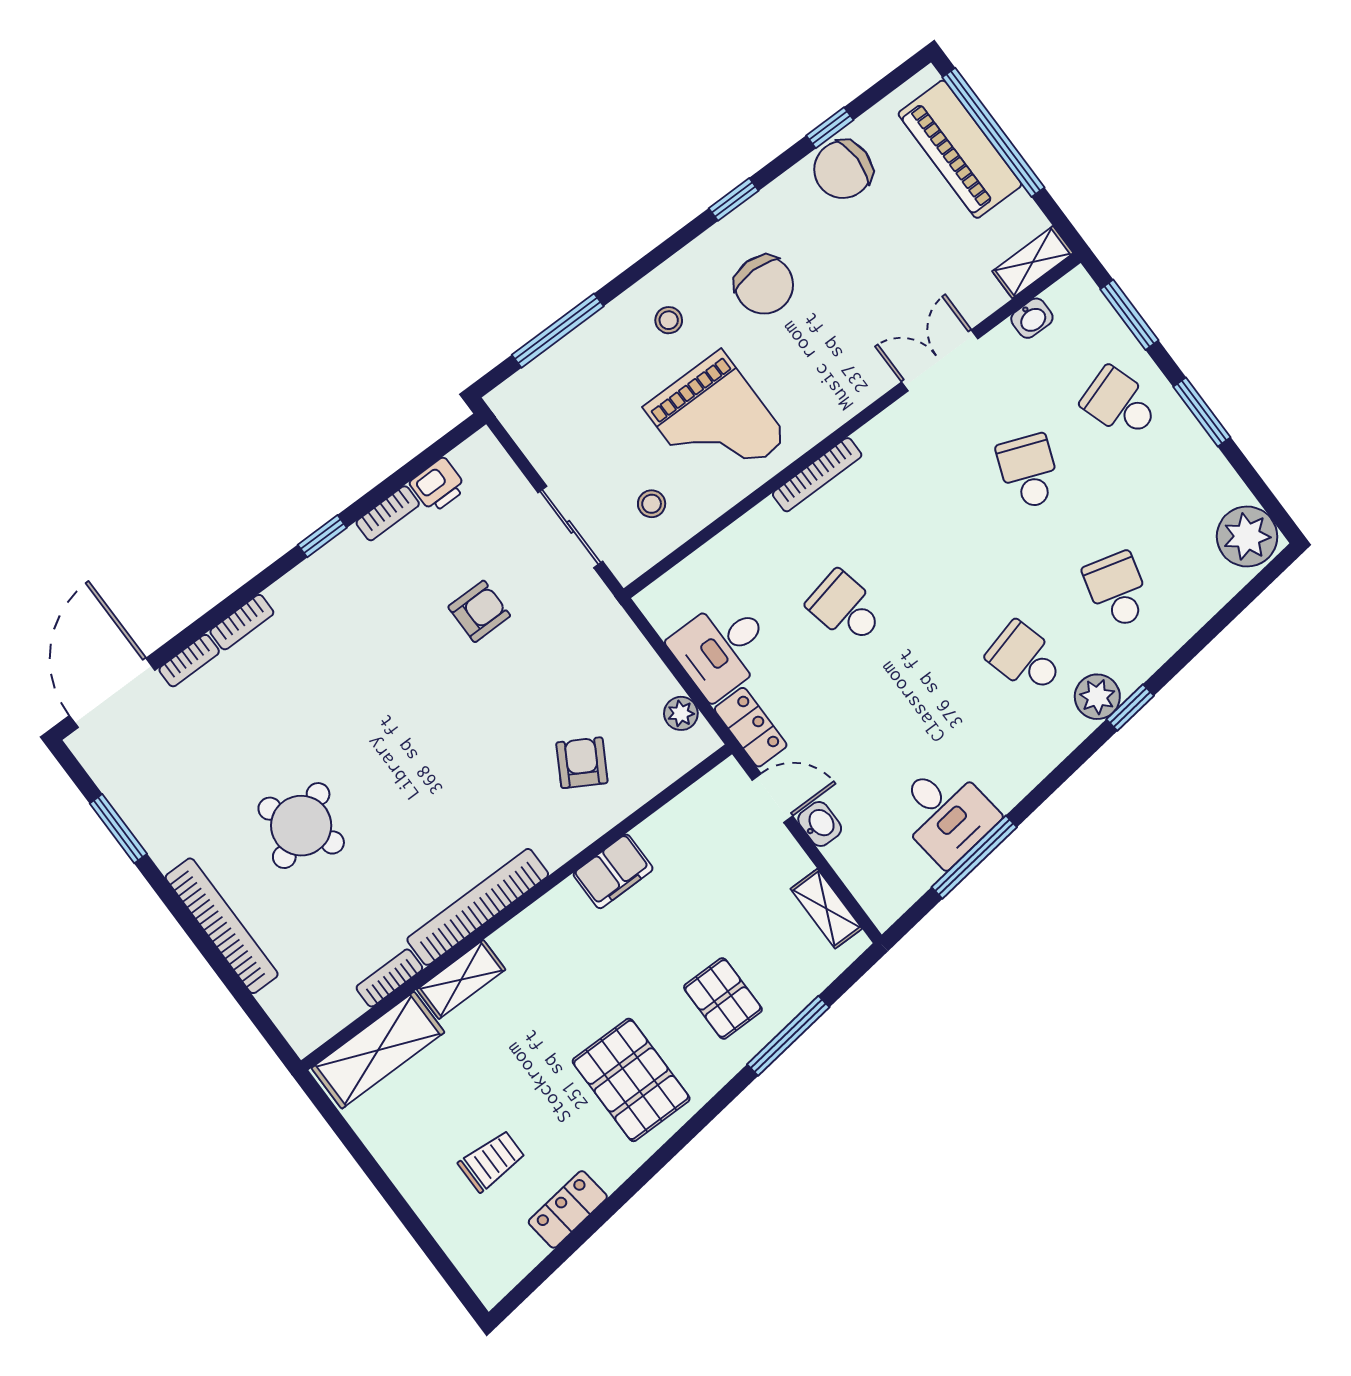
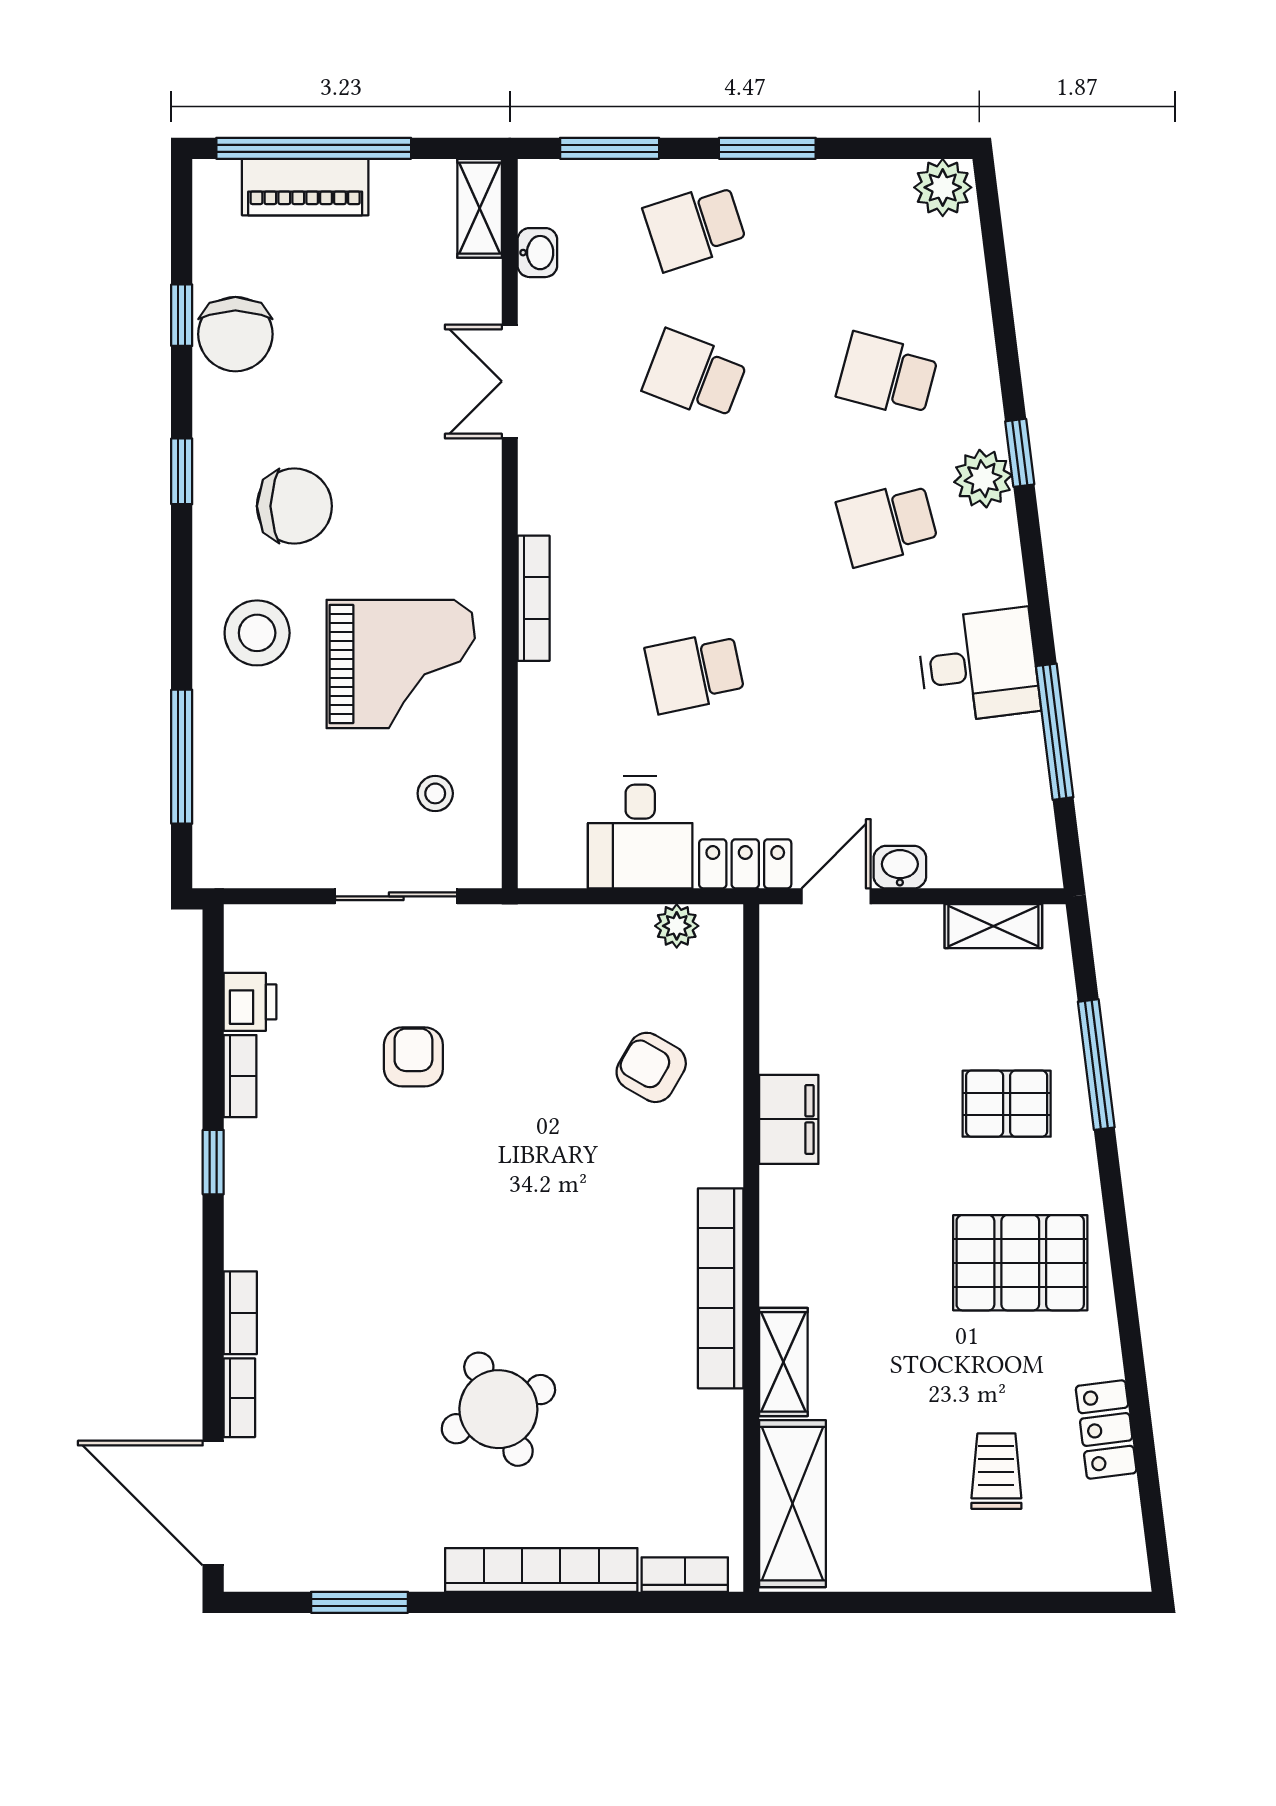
piano: (960, 149) -> (305, 187), width x0.73, depth x0.75
stool: (669, 320) -> (257, 633), width x1.89, depth x1.89
plant: (1247, 537) -> (943, 187), width x0.73, depth x0.73
desk: (945, 813) -> (979, 665), moved
bookcase: (389, 978) -> (685, 1575), moved, turned 90

